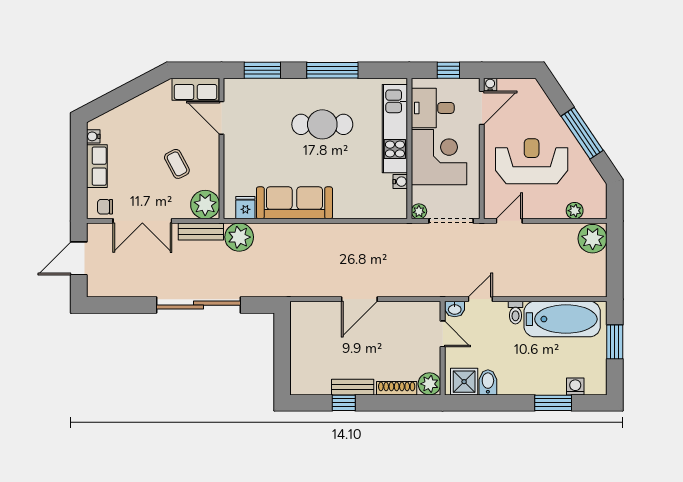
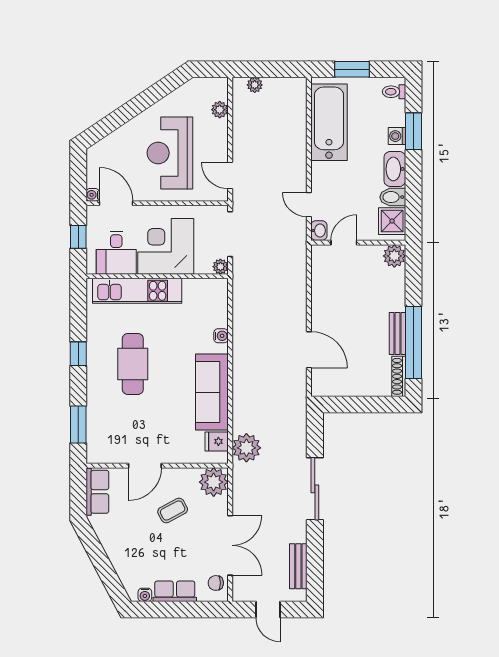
window: (332, 70) -> (78, 354), width x0.46
door: (222, 118) -> (145, 466), moved
window: (582, 133) -> (142, 102), removed
water cooler: (400, 182) -> (221, 336), moved, turned 90
chair: (105, 207) -> (216, 583), turned 90
bench: (201, 231) -> (298, 566), moved
plant: (593, 239) -> (255, 85), width x0.53, depth x0.53
door: (79, 258) -> (268, 610), width x0.73
door: (359, 299) -> (309, 350), moved
sliding door: (198, 305) -> (315, 489), width x0.73
toilet: (515, 313) -> (394, 92), moved, turned 180
washbasin: (516, 384) -> (395, 169), added
washing machine: (575, 387) -> (397, 136), moved
shoe rack: (397, 388) -> (399, 376), moved
window: (344, 403) -> (413, 342), width x3.17

